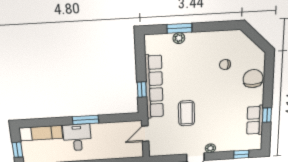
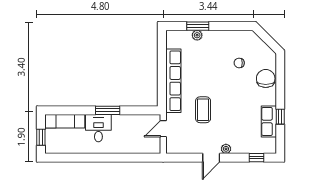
window: (142, 89) -> (162, 83), removed

